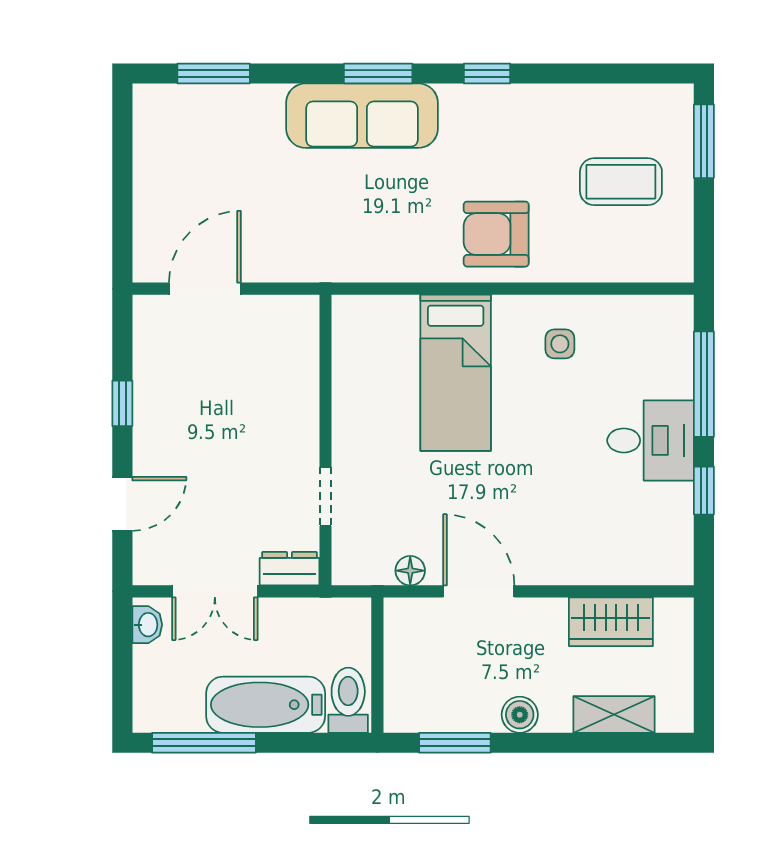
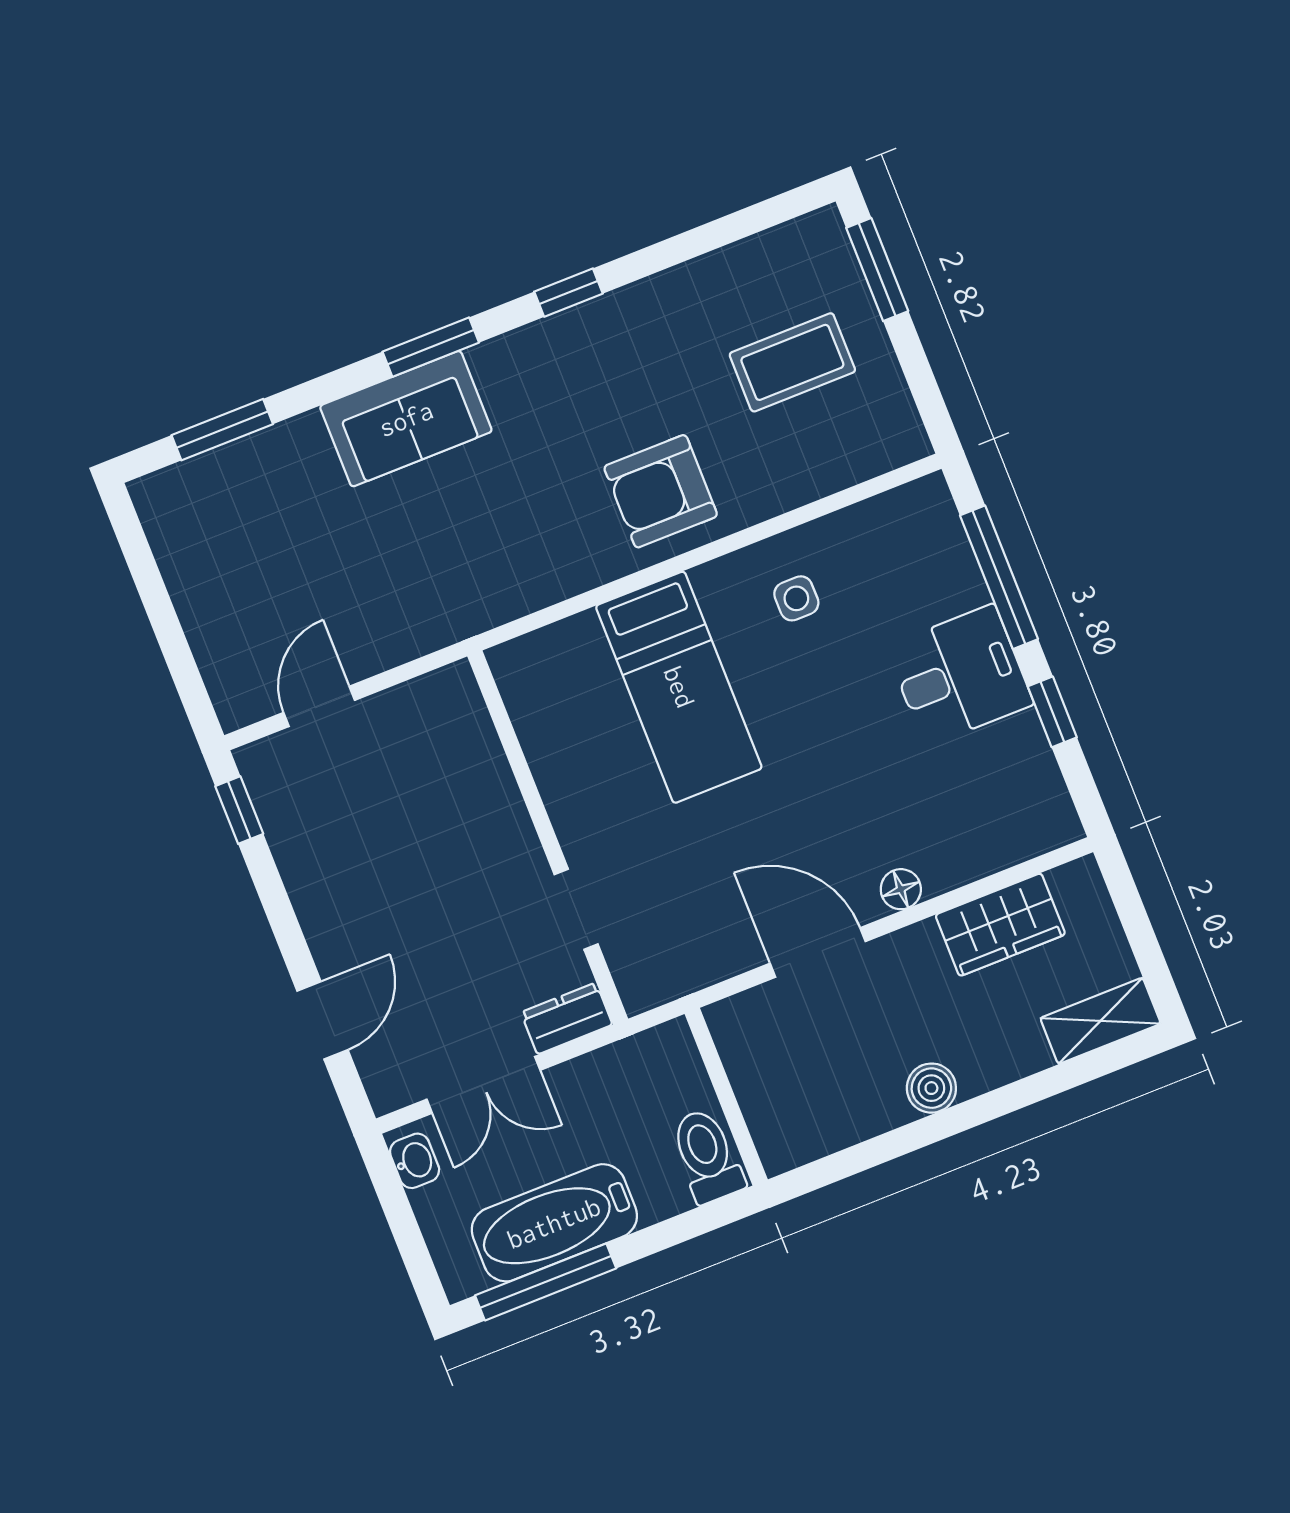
sofa: (362, 116) -> (406, 419), width x0.73
door: (205, 289) -> (319, 706), width x0.73
window: (122, 403) -> (239, 810), moved
floor lamp: (410, 571) -> (901, 889), moved
bathtub: (266, 705) -> (554, 1223), moved
shelving: (614, 714) -> (1100, 1021), moved
window: (455, 743) -> (863, 1156), removed

